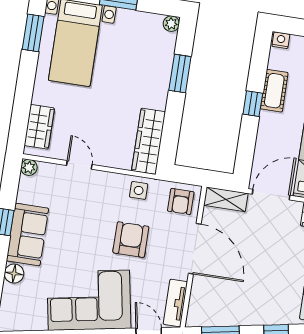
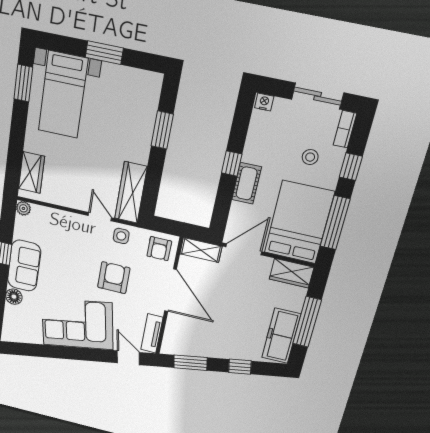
plant: (171, 24) -> (155, 80), removed
cot: (274, 91) -> (247, 183), moved
door: (79, 165) -> (100, 217), moved

